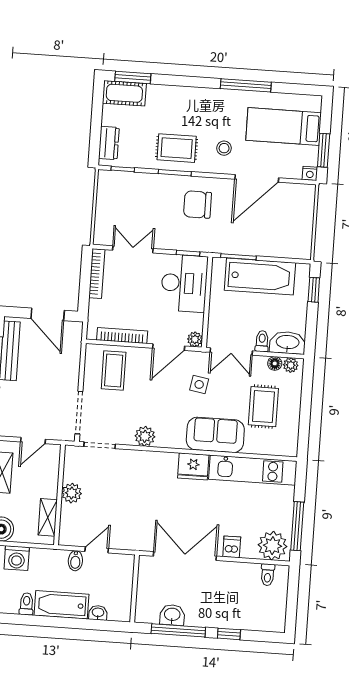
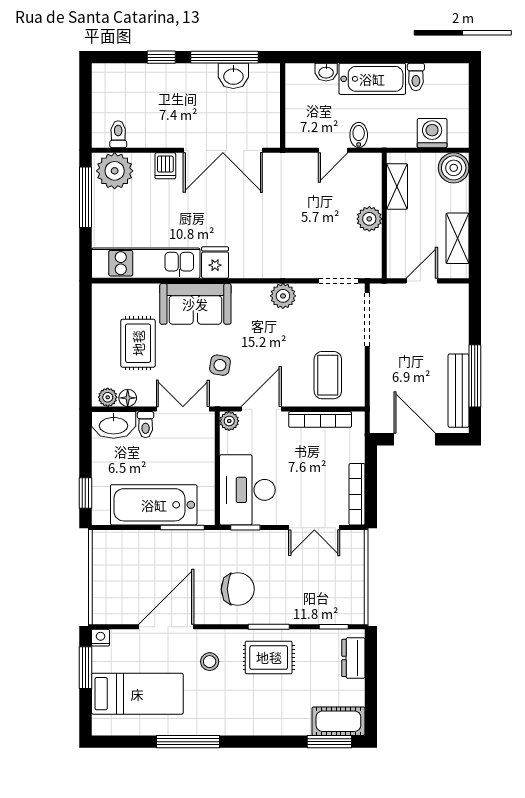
fridge: (193, 466) -> (215, 263), width x0.72

